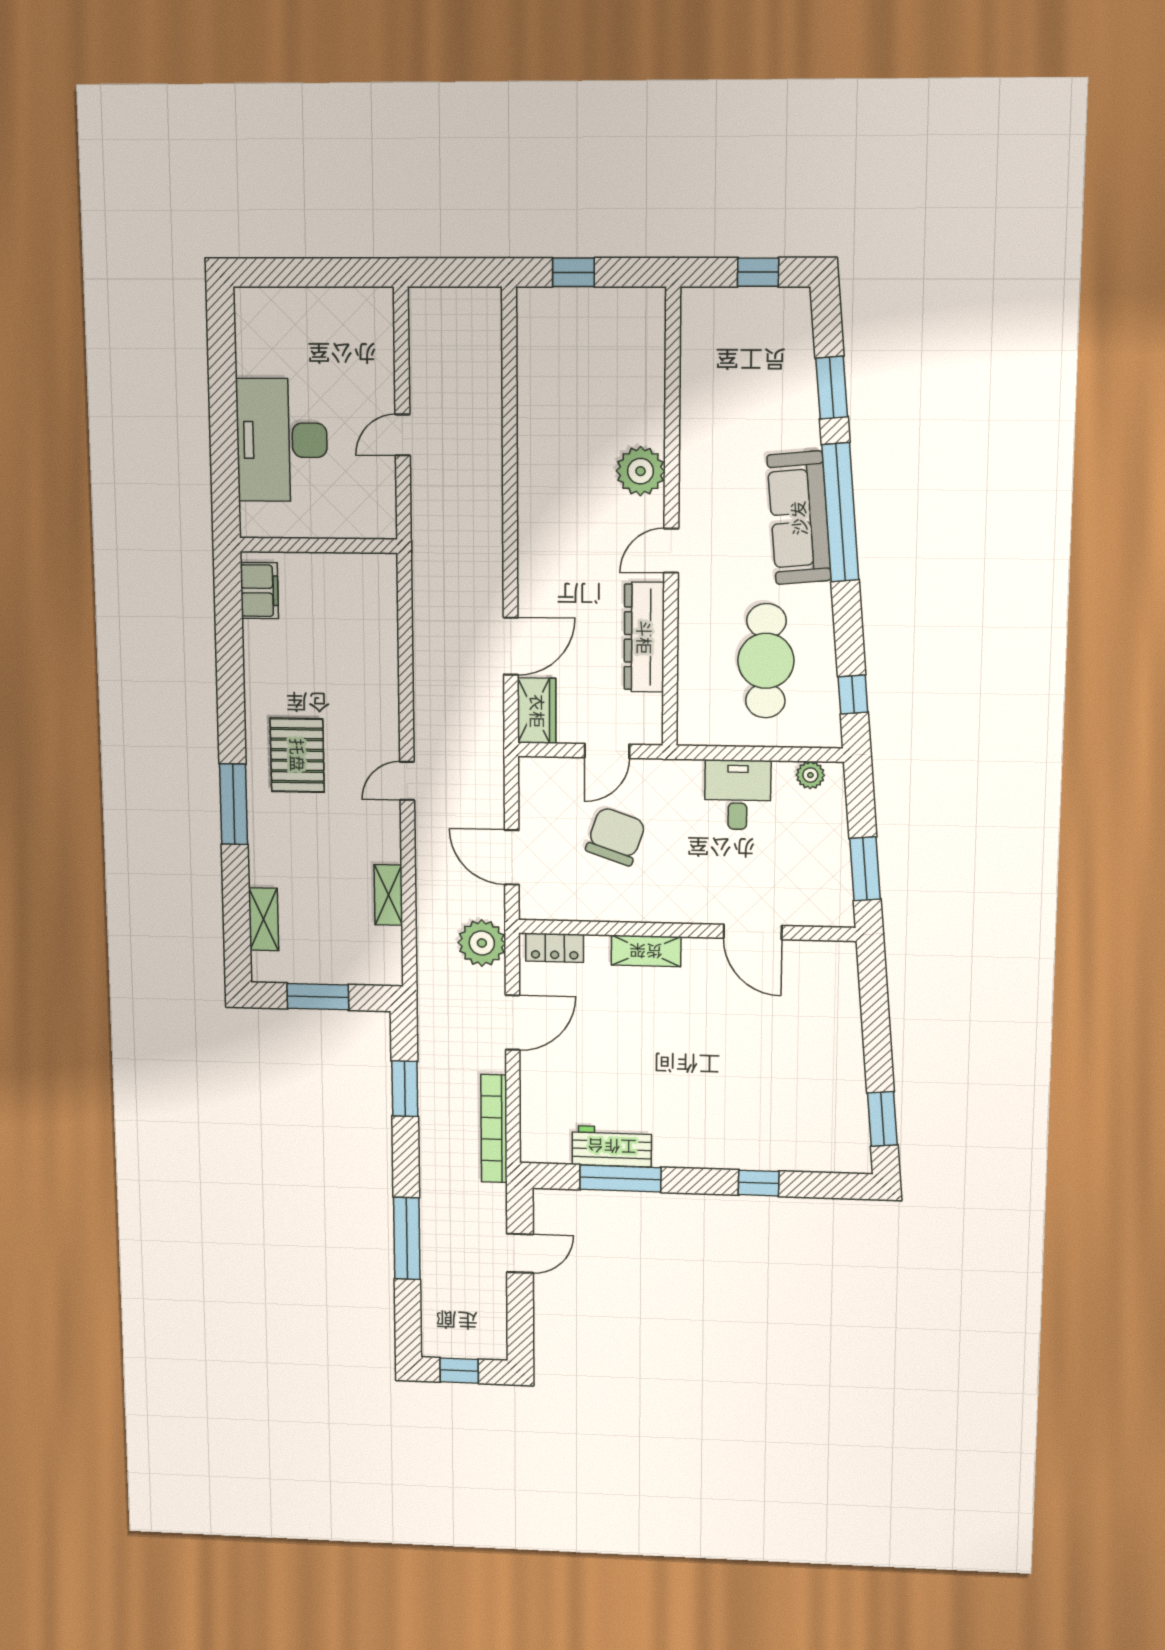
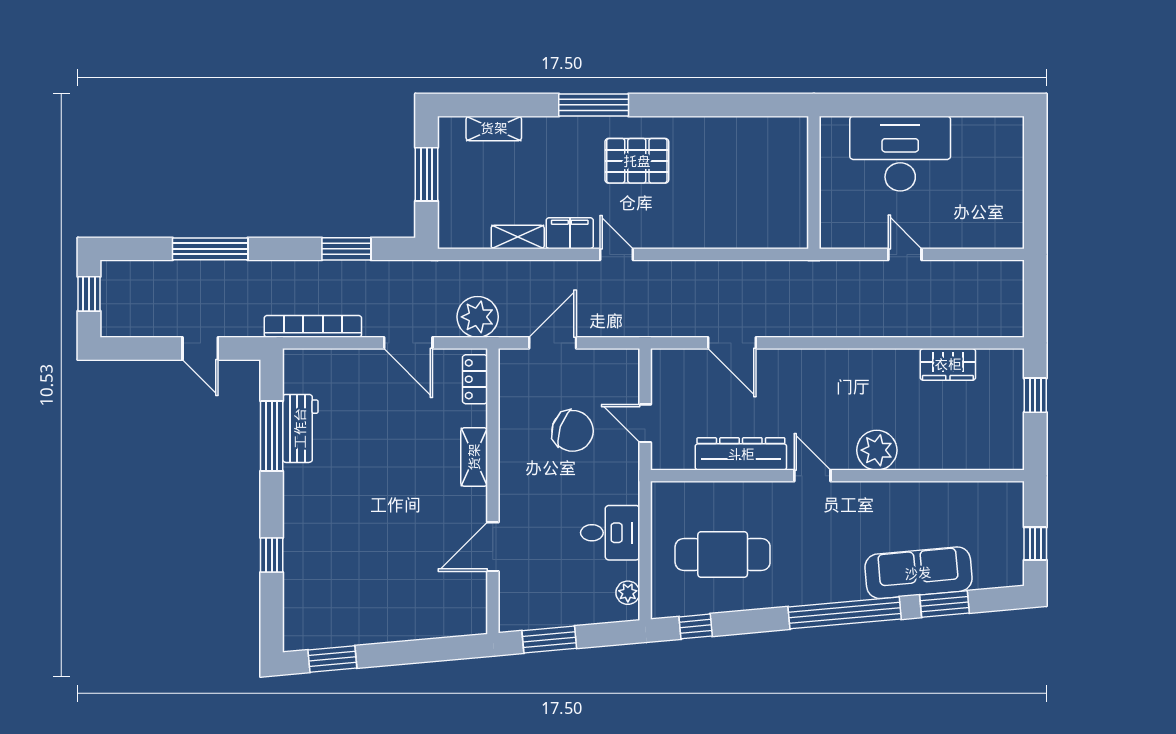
sofa: (799, 518) -> (918, 573), moved
filing cabinet: (259, 591) -> (570, 233), moved, turned 180
wardrobe: (537, 711) -> (948, 364), moved

